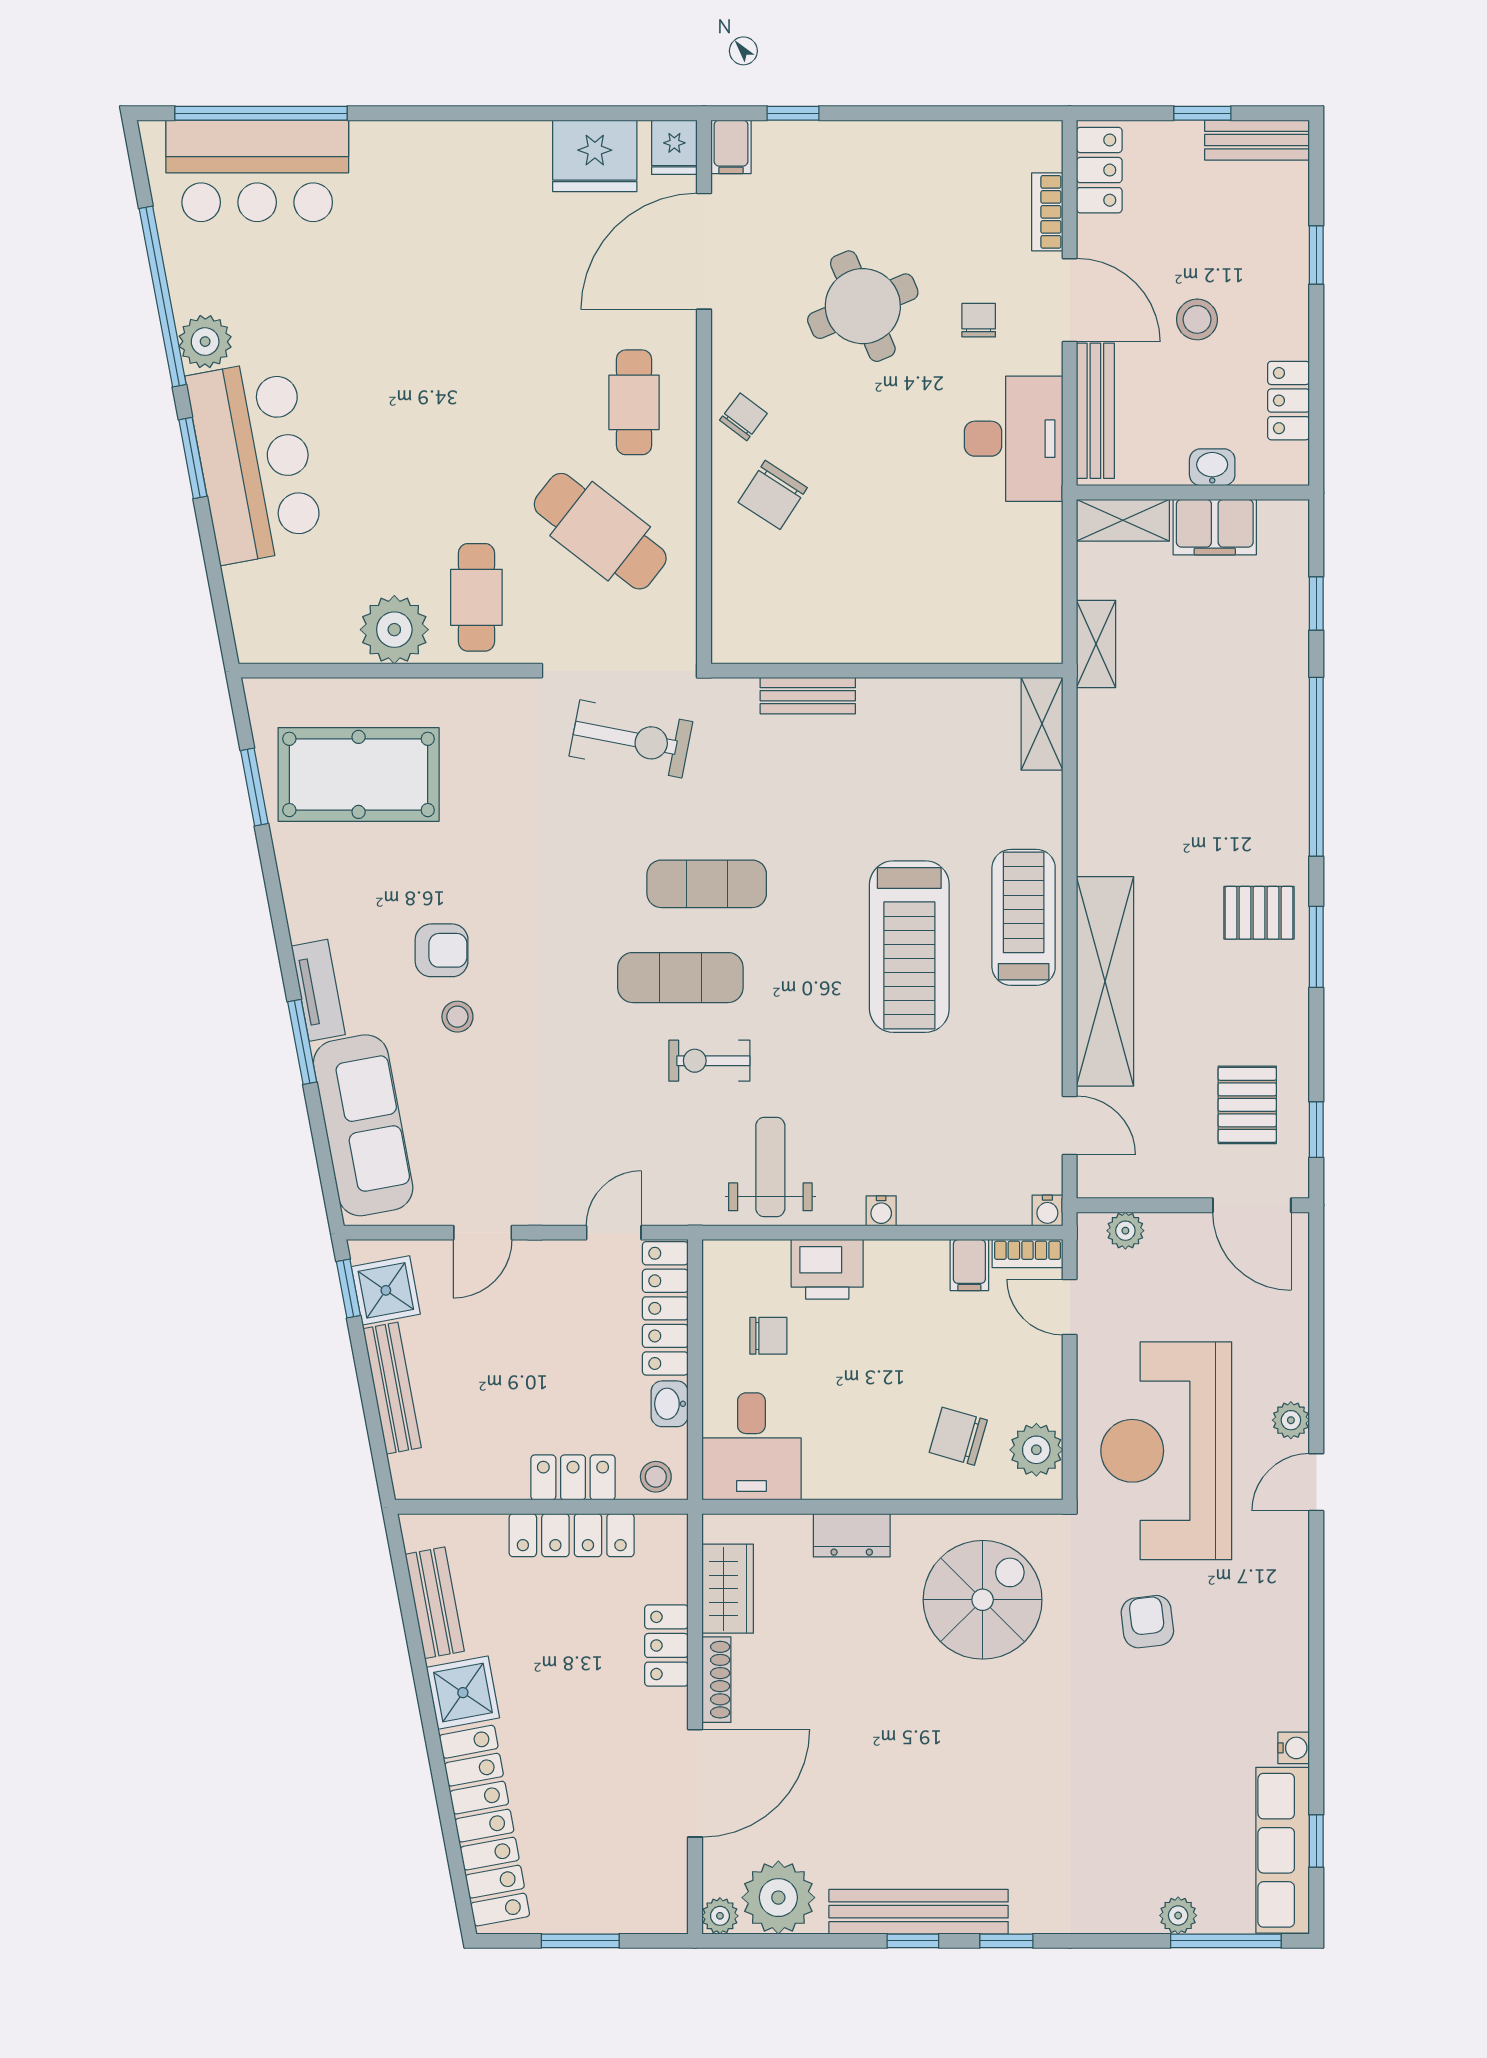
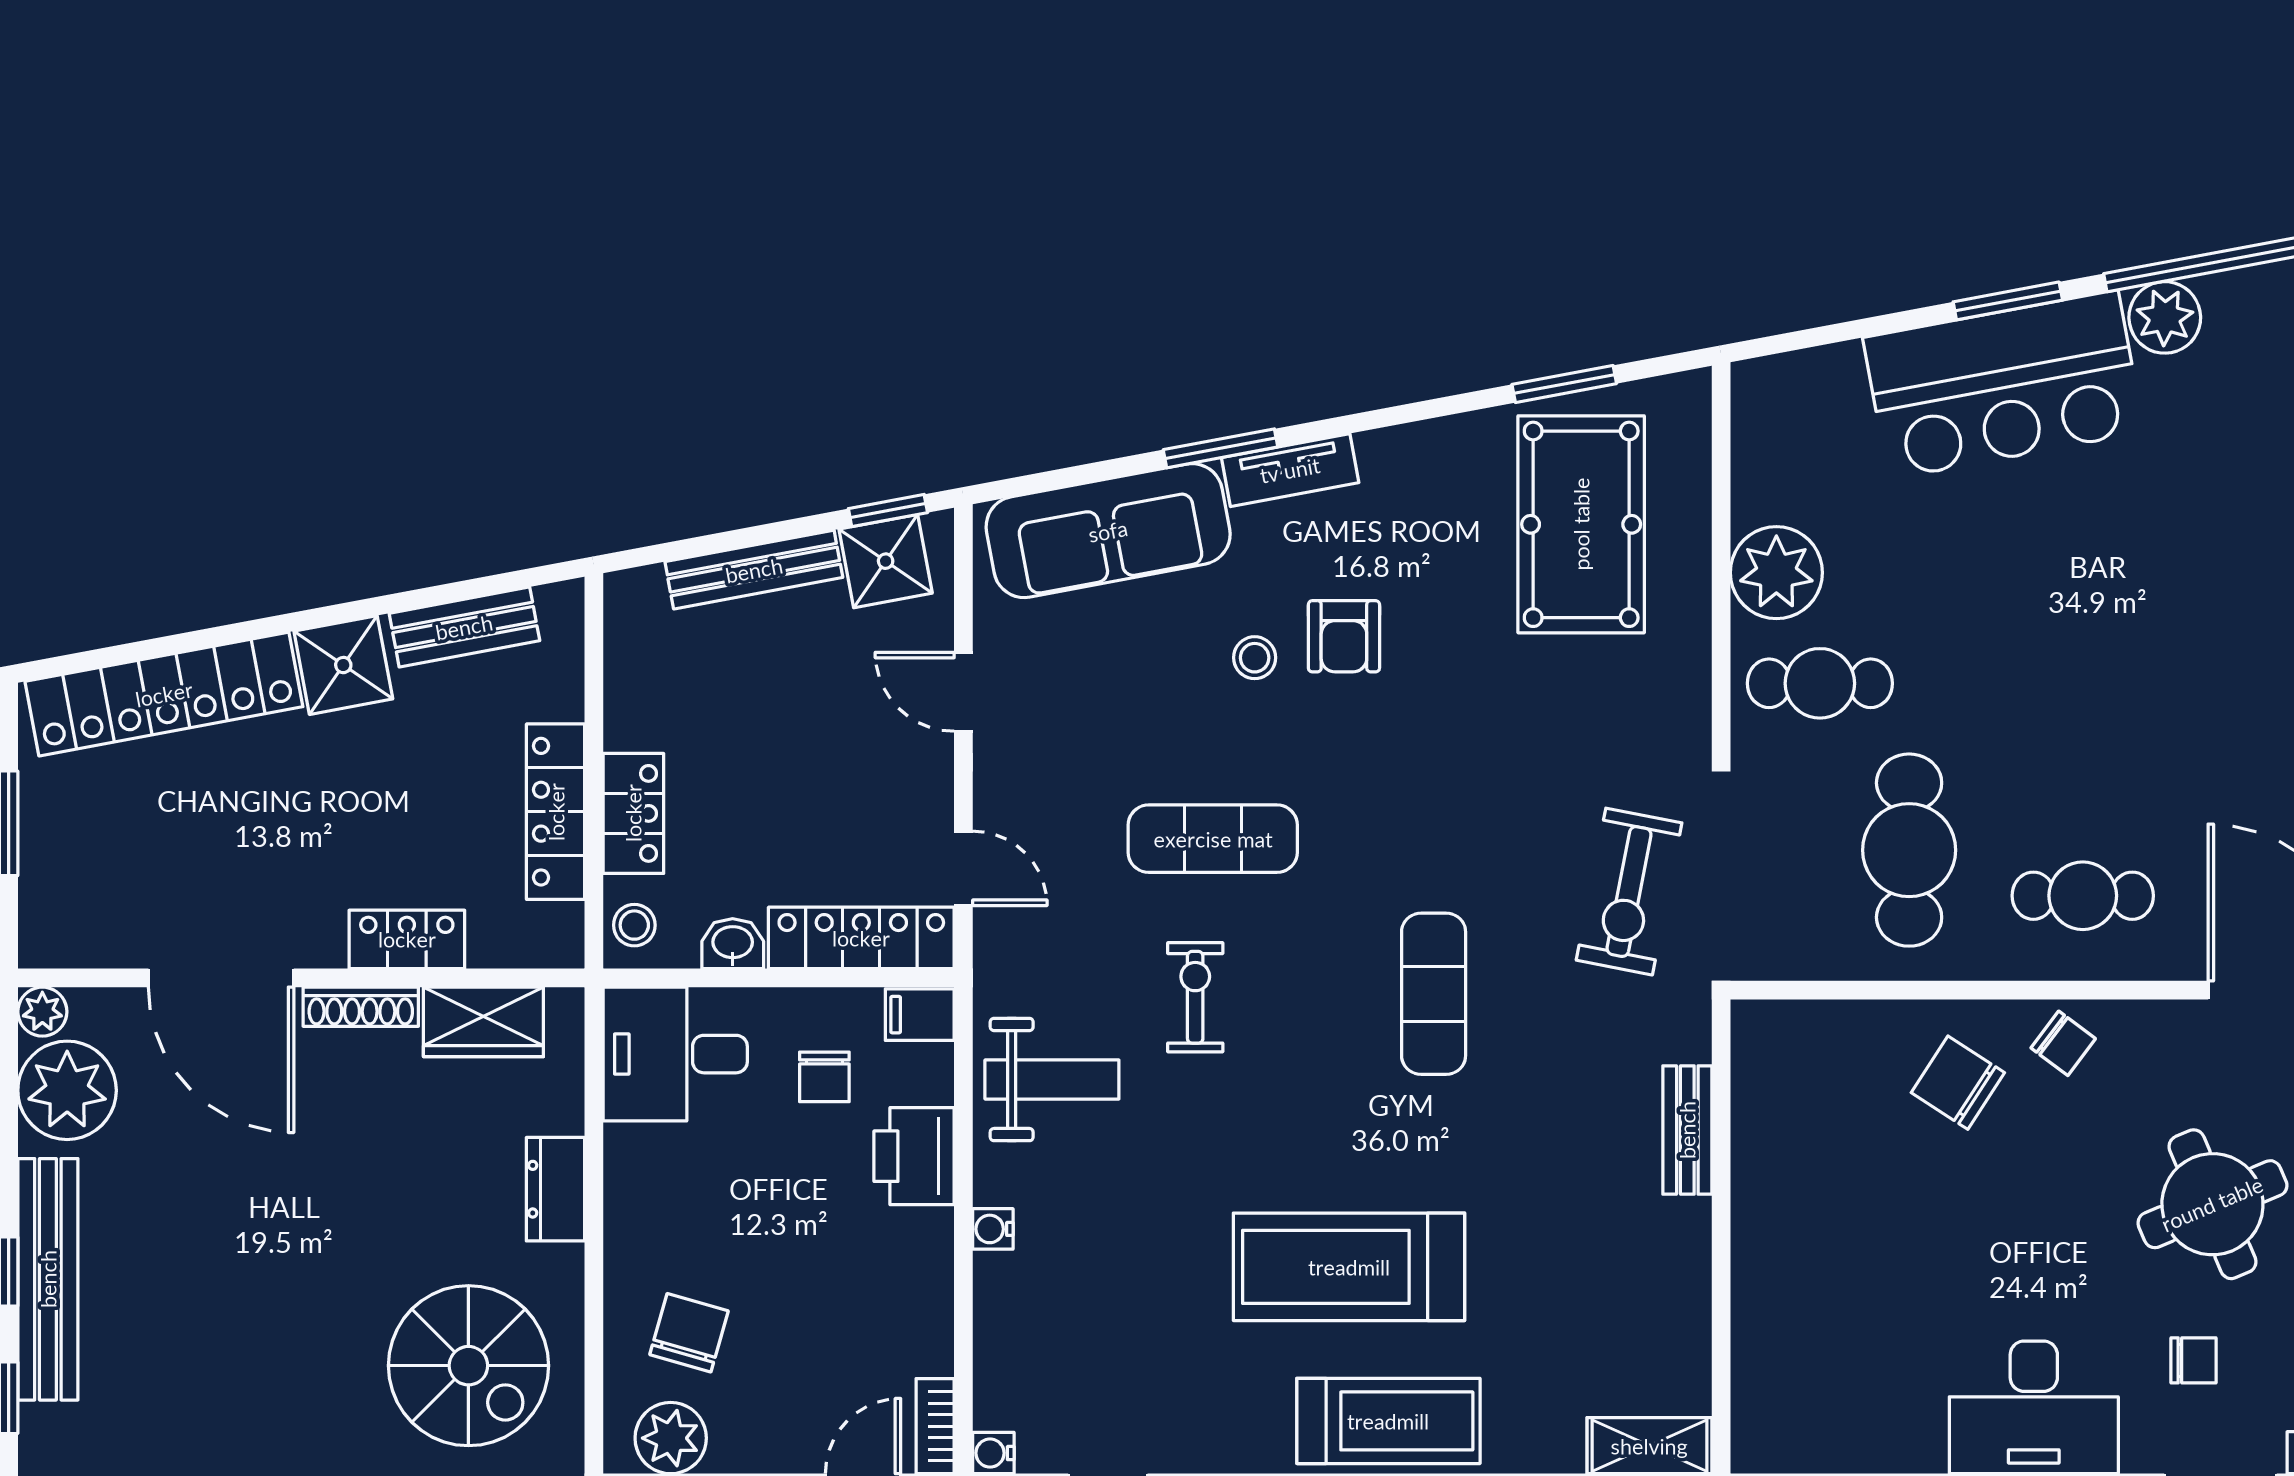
cafe table: (600, 531) -> (1909, 850), turned -38
exercise mat: (680, 978) -> (1213, 839), moved, turned 90
filing cabinet: (969, 1265) -> (920, 1015), moved

